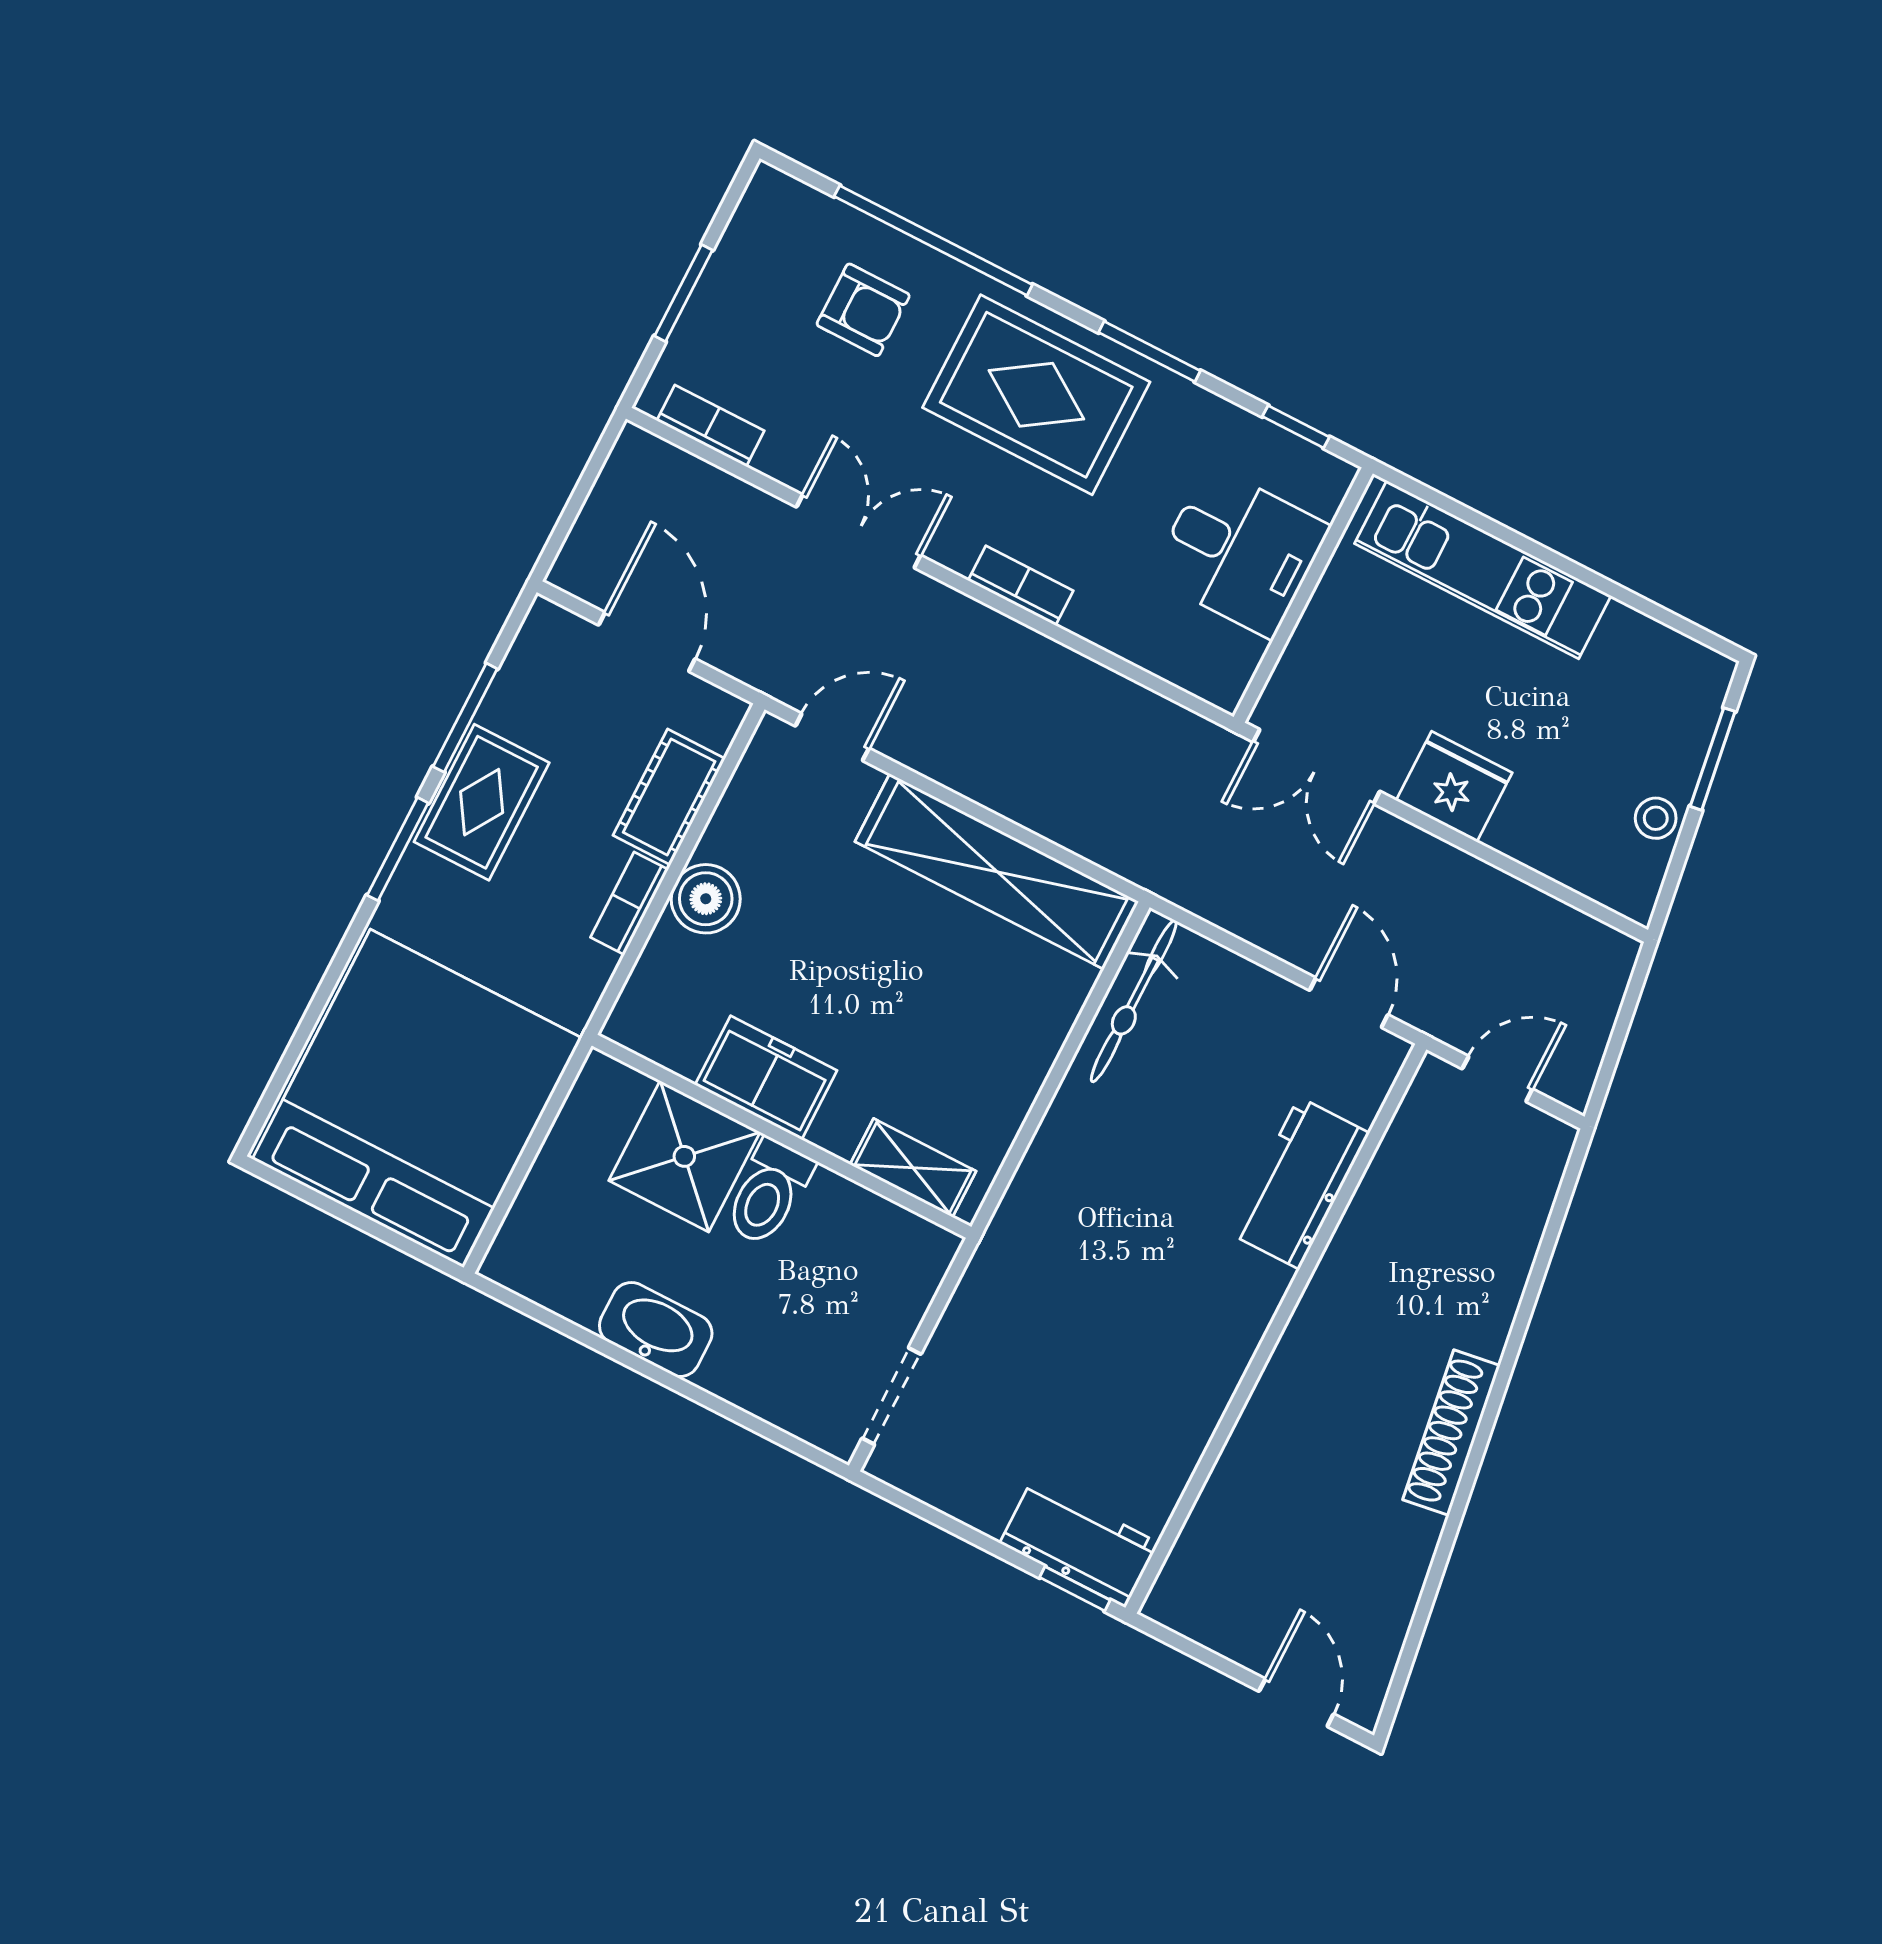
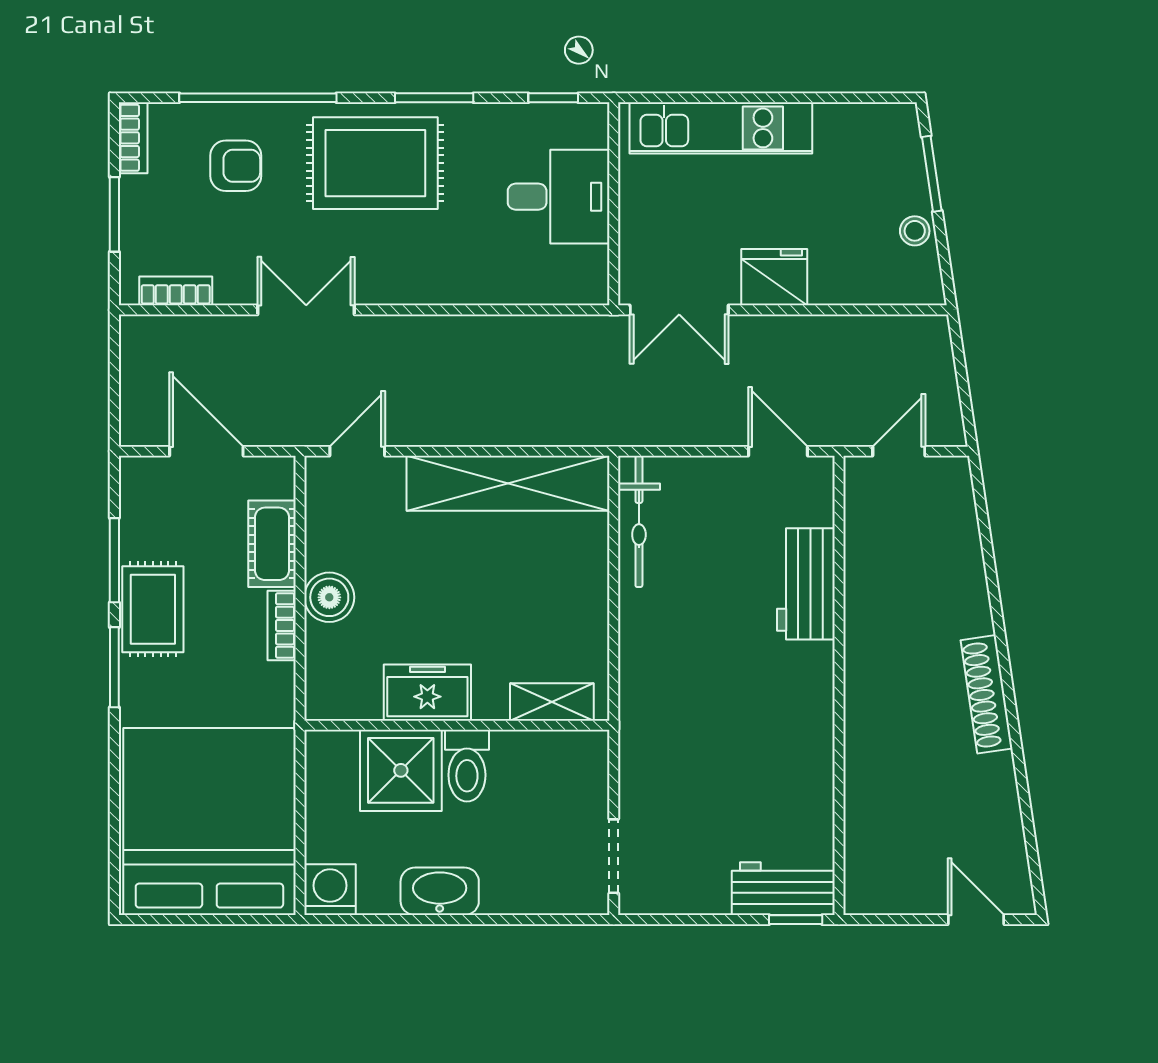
bookcase: (1021, 586) -> (133, 138), moved, turned 90
washing machine: (522, 1258) -> (330, 890), added

